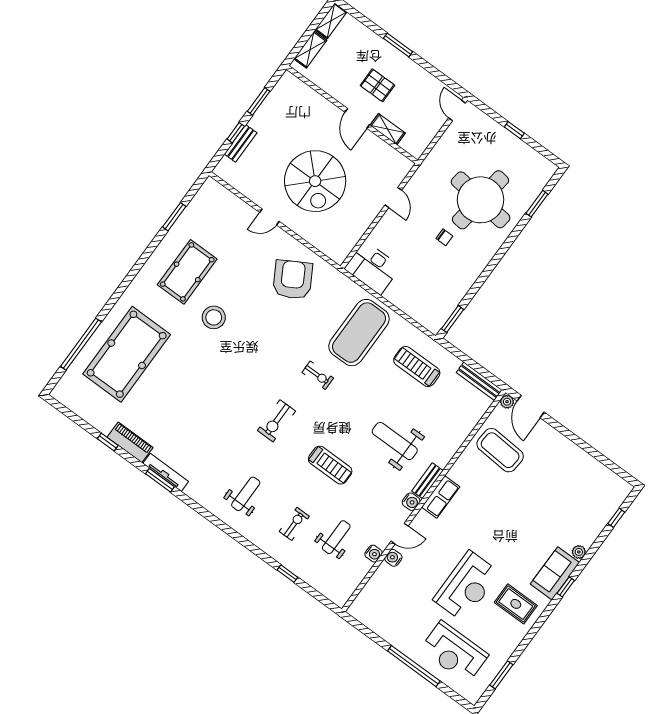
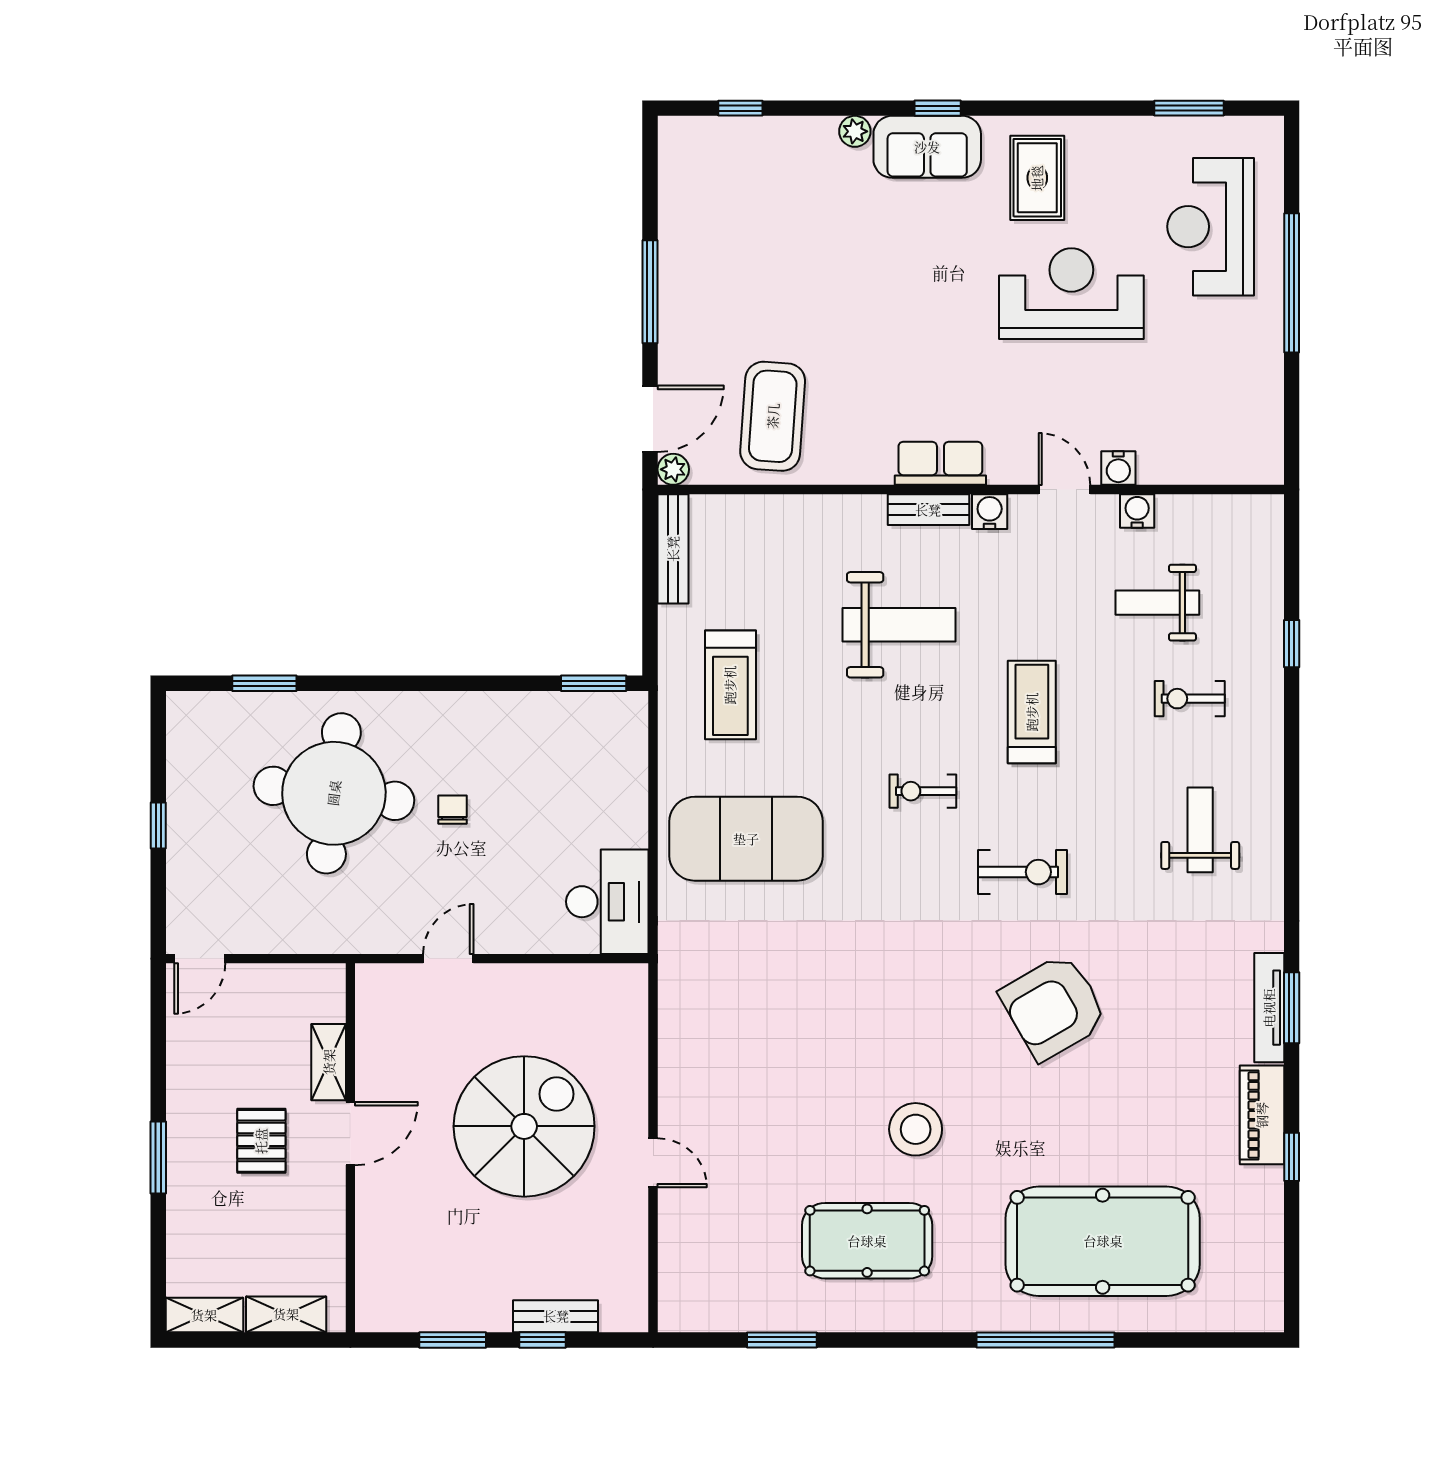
armchair: (293, 280) -> (1054, 1007), moved
window: (81, 344) -> (1045, 1340), moved
exercise bike: (318, 375) -> (923, 791), moved, turned -90
window: (575, 439) -> (650, 292), added
weight bench: (395, 441) -> (899, 625), turned -90
weight bench: (246, 494) -> (1200, 830), turned 90
reception desk: (454, 652) -> (1211, 227), turned 180

